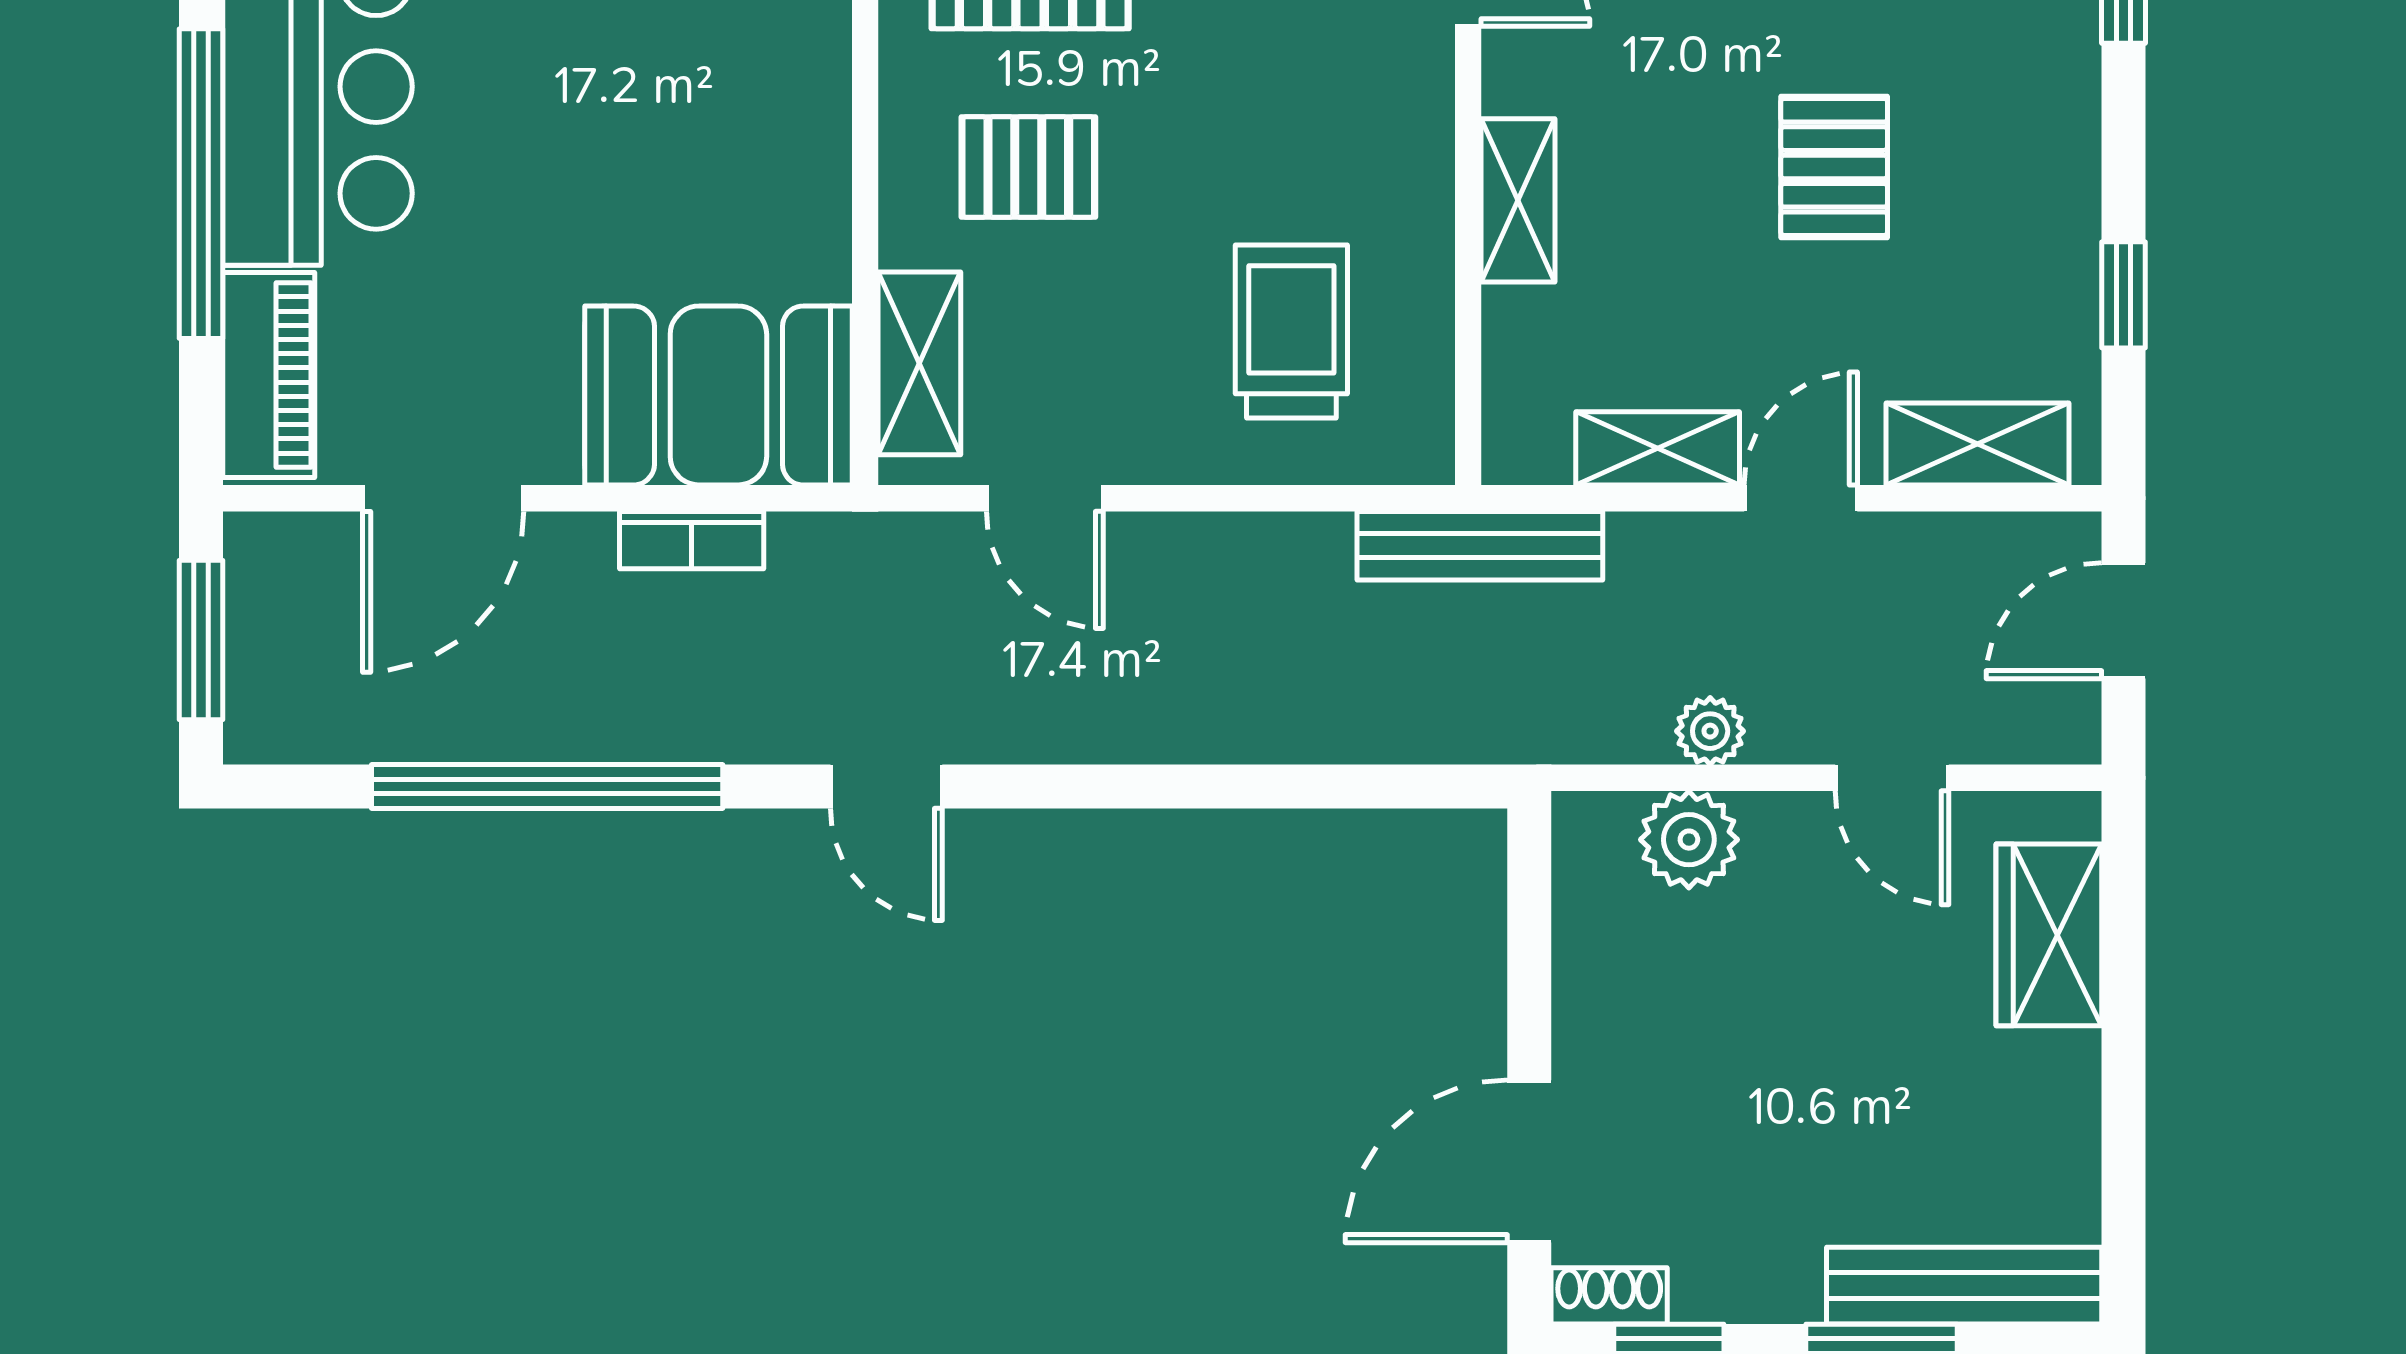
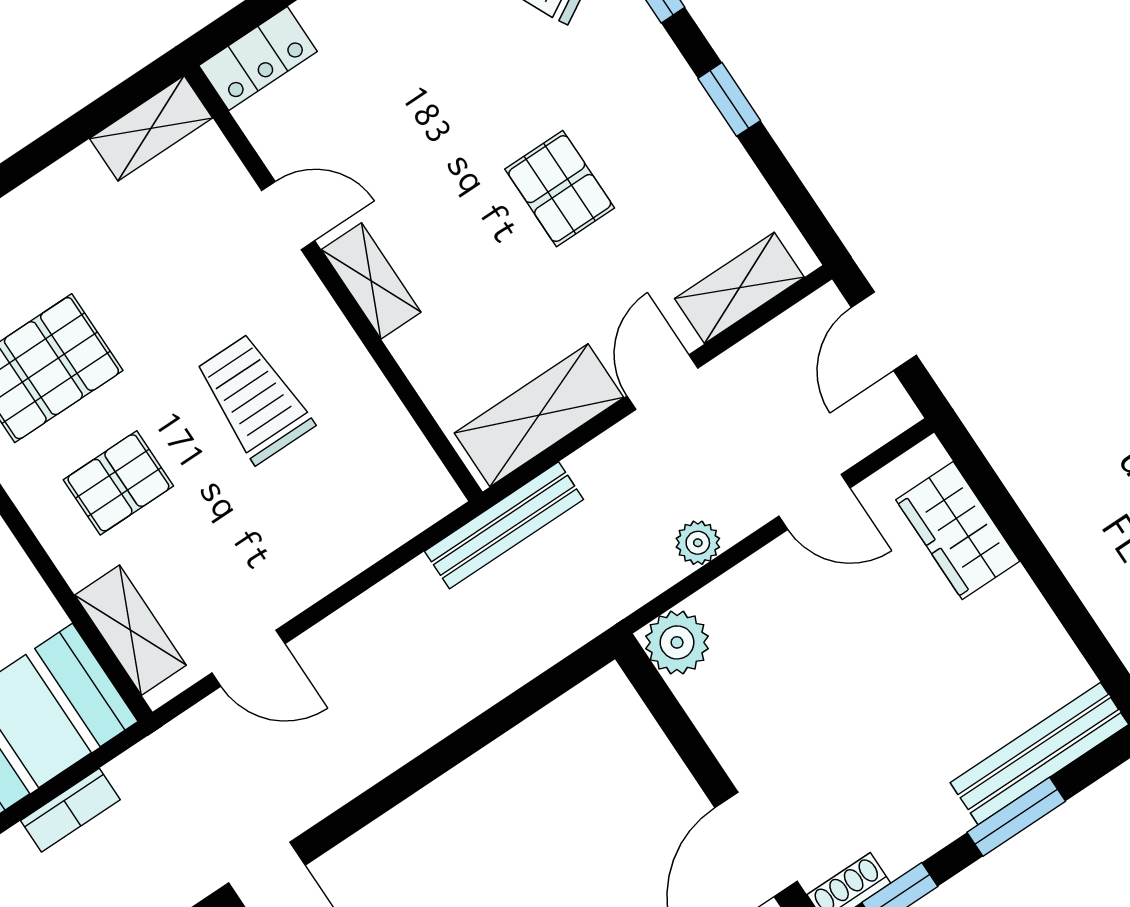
shelving: (1518, 200) -> (371, 281), moved
window: (2124, 295) -> (729, 99), moved
trolley: (1291, 332) -> (254, 398), moved
shelving: (1658, 448) -> (539, 415), width x1.50, depth x1.33
plant: (1689, 840) -> (677, 642), moved

